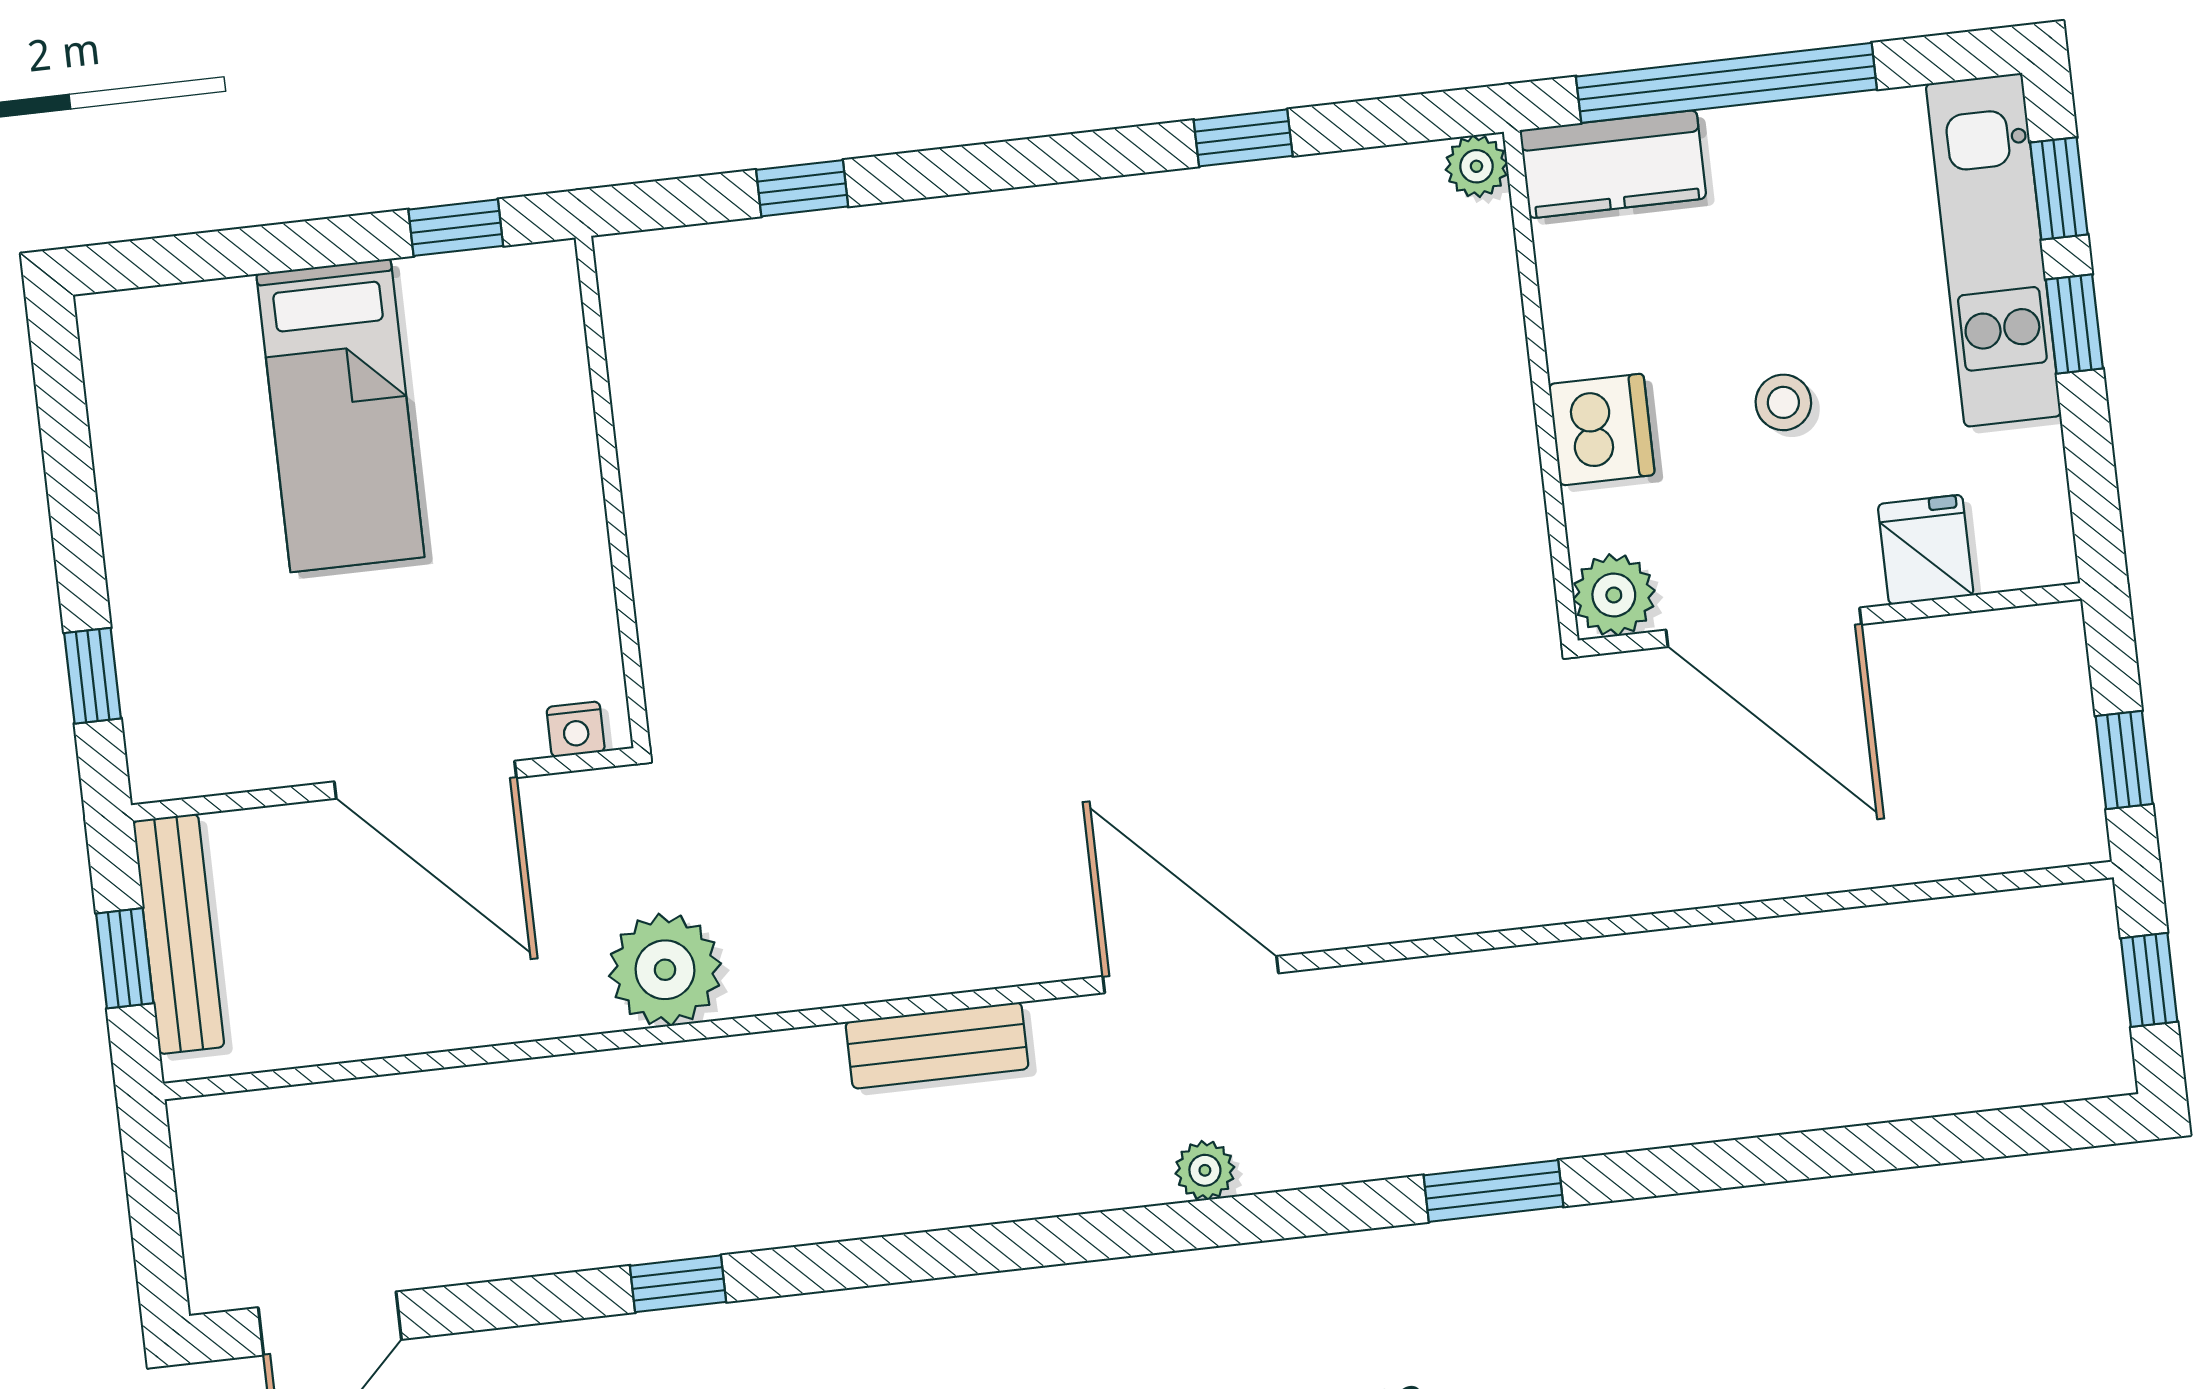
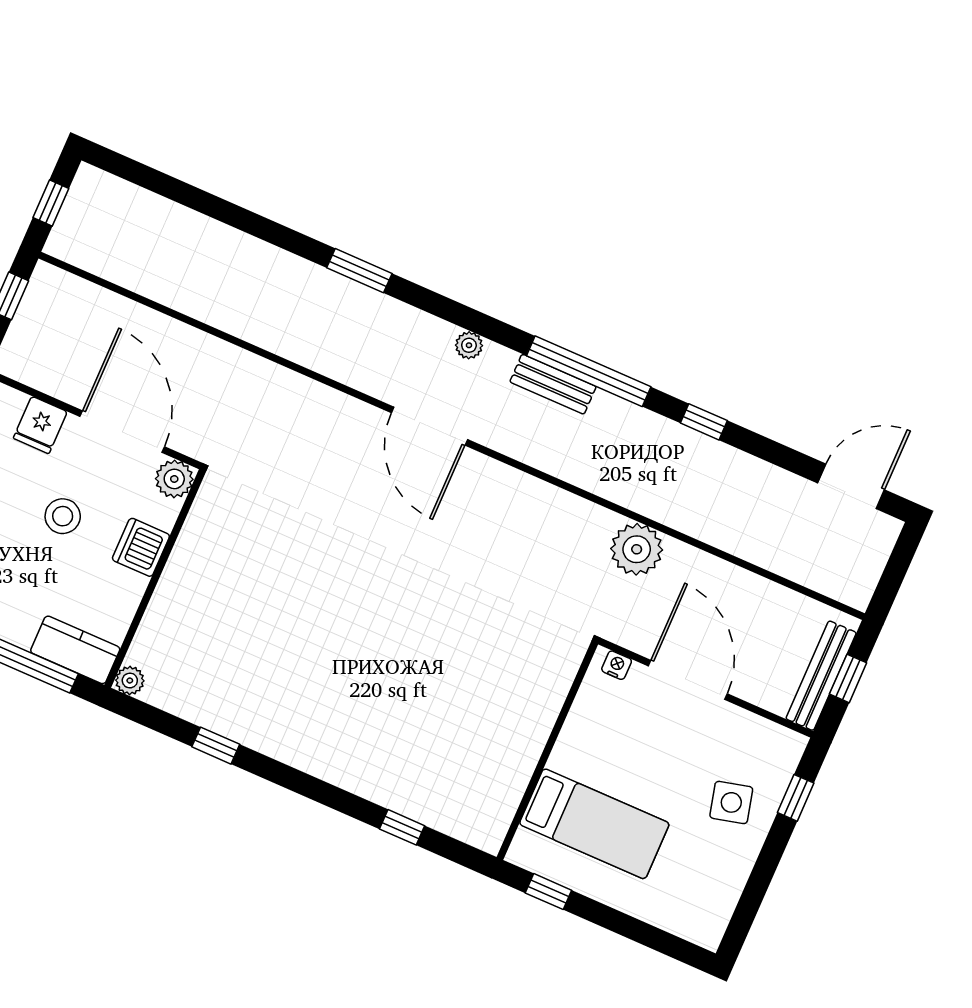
stool: (1783, 402) -> (63, 516), width x1.37, depth x1.37
bed: (340, 415) -> (594, 824), moved, turned 90
side table: (209, 596) -> (731, 802), added
bench: (937, 1045) -> (553, 384), moved
window: (951, 1253) -> (589, 371), added

